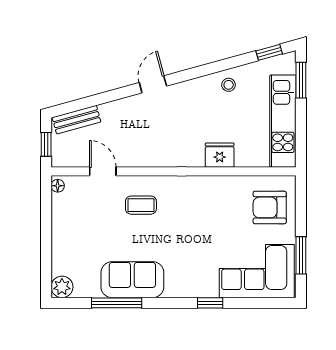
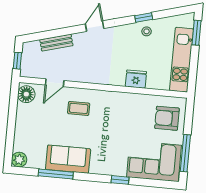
window: (269, 52) -> (144, 17), moved
bench: (76, 120) -> (56, 43), moved
door: (103, 171) -> (55, 83), swing flipped
floor lamp: (58, 186) -> (26, 94), width x1.89, depth x1.89
window: (301, 255) -> (185, 153), width x1.44

